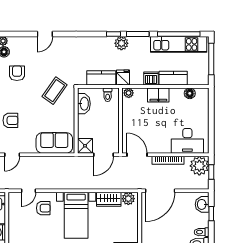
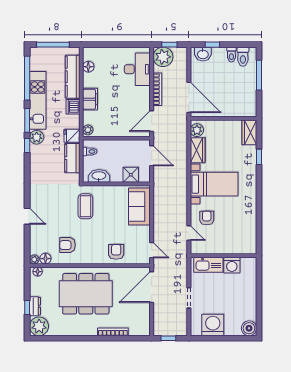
kitchen unit: (179, 44) -> (38, 100), moved
kitchen counter: (173, 78) -> (73, 77), width x1.50
coffee table: (55, 91) -> (85, 206), turned 55
shower: (85, 146) -> (131, 175), moved

